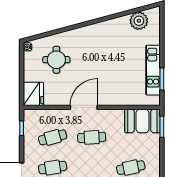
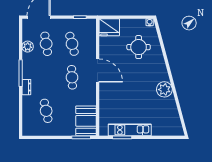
plant: (139, 21) -> (164, 89), moved

